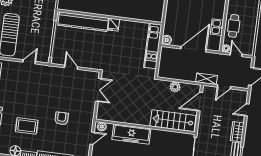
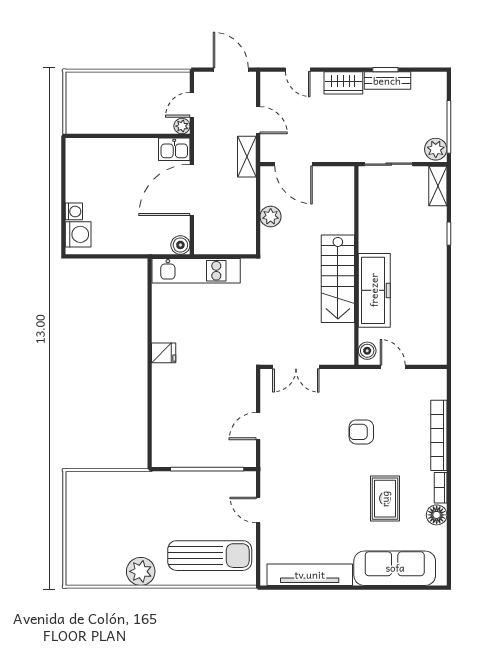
kitchen counter: (83, 22) -> (165, 414), removed
cafe table: (234, 26) -> (136, 117), removed
kitchen sink: (217, 27) -> (174, 149), moved
door: (193, 49) -> (192, 190), hinge flipped
double door: (98, 90) -> (296, 367), swing flipped
stairs: (173, 121) -> (338, 279), moved

